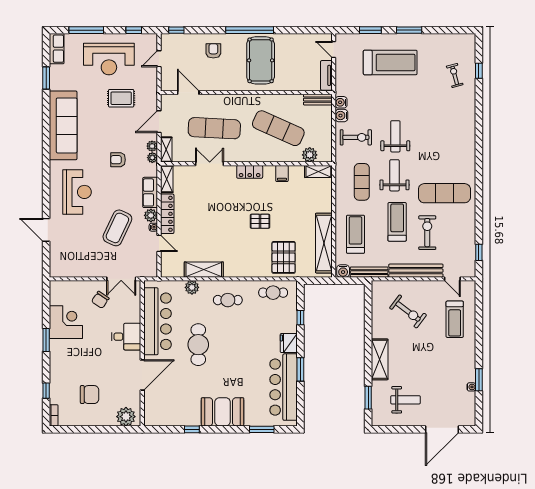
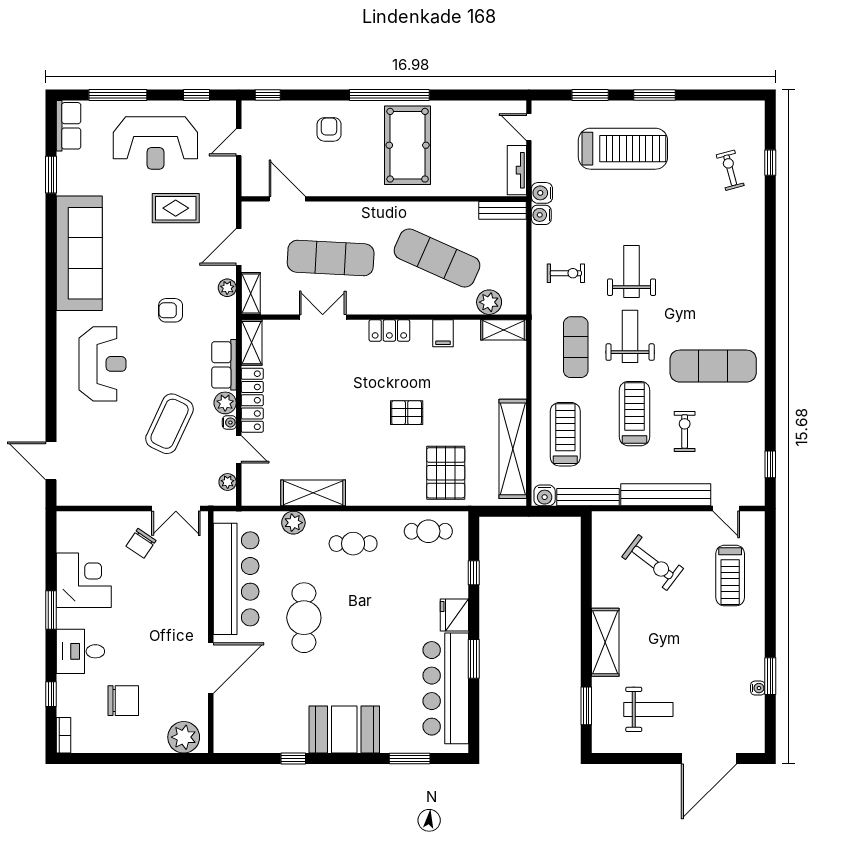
water cooler: (341, 116) -> (542, 193), moved
exercise bike: (356, 137) -> (566, 273), width x0.73, depth x0.72
plant: (152, 158) -> (228, 482), moved
door: (46, 230) -> (51, 461), moved
exercise bike: (427, 233) -> (685, 431), width x0.73, depth x0.72
desk: (126, 337) -> (80, 651), moved, turned 180

